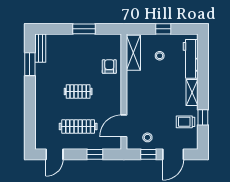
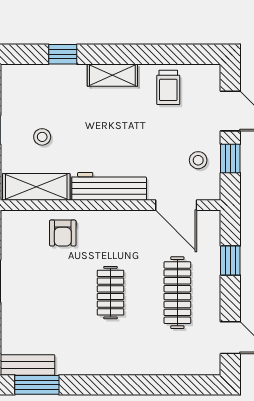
workbench: (191, 59) -> (109, 186), moved, turned 180
window: (30, 64) -> (37, 385), moved
armchair: (109, 67) -> (63, 233), turned -90
window: (203, 117) -> (63, 54), moved

